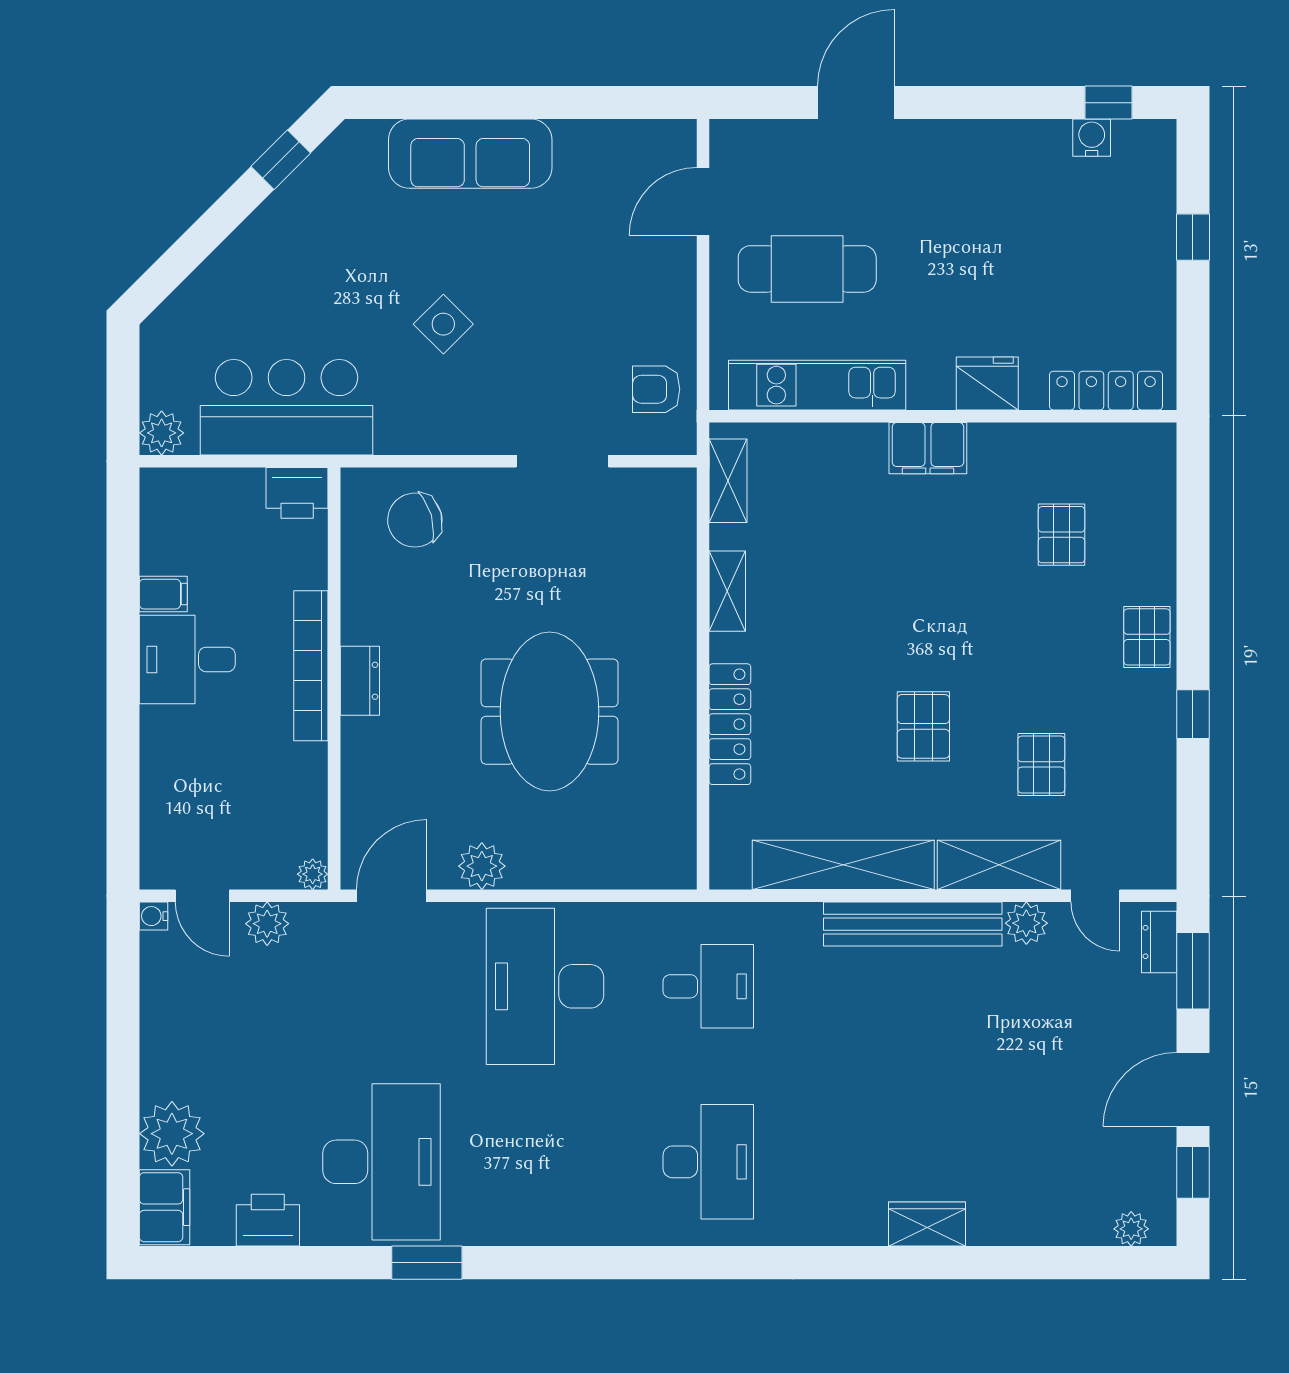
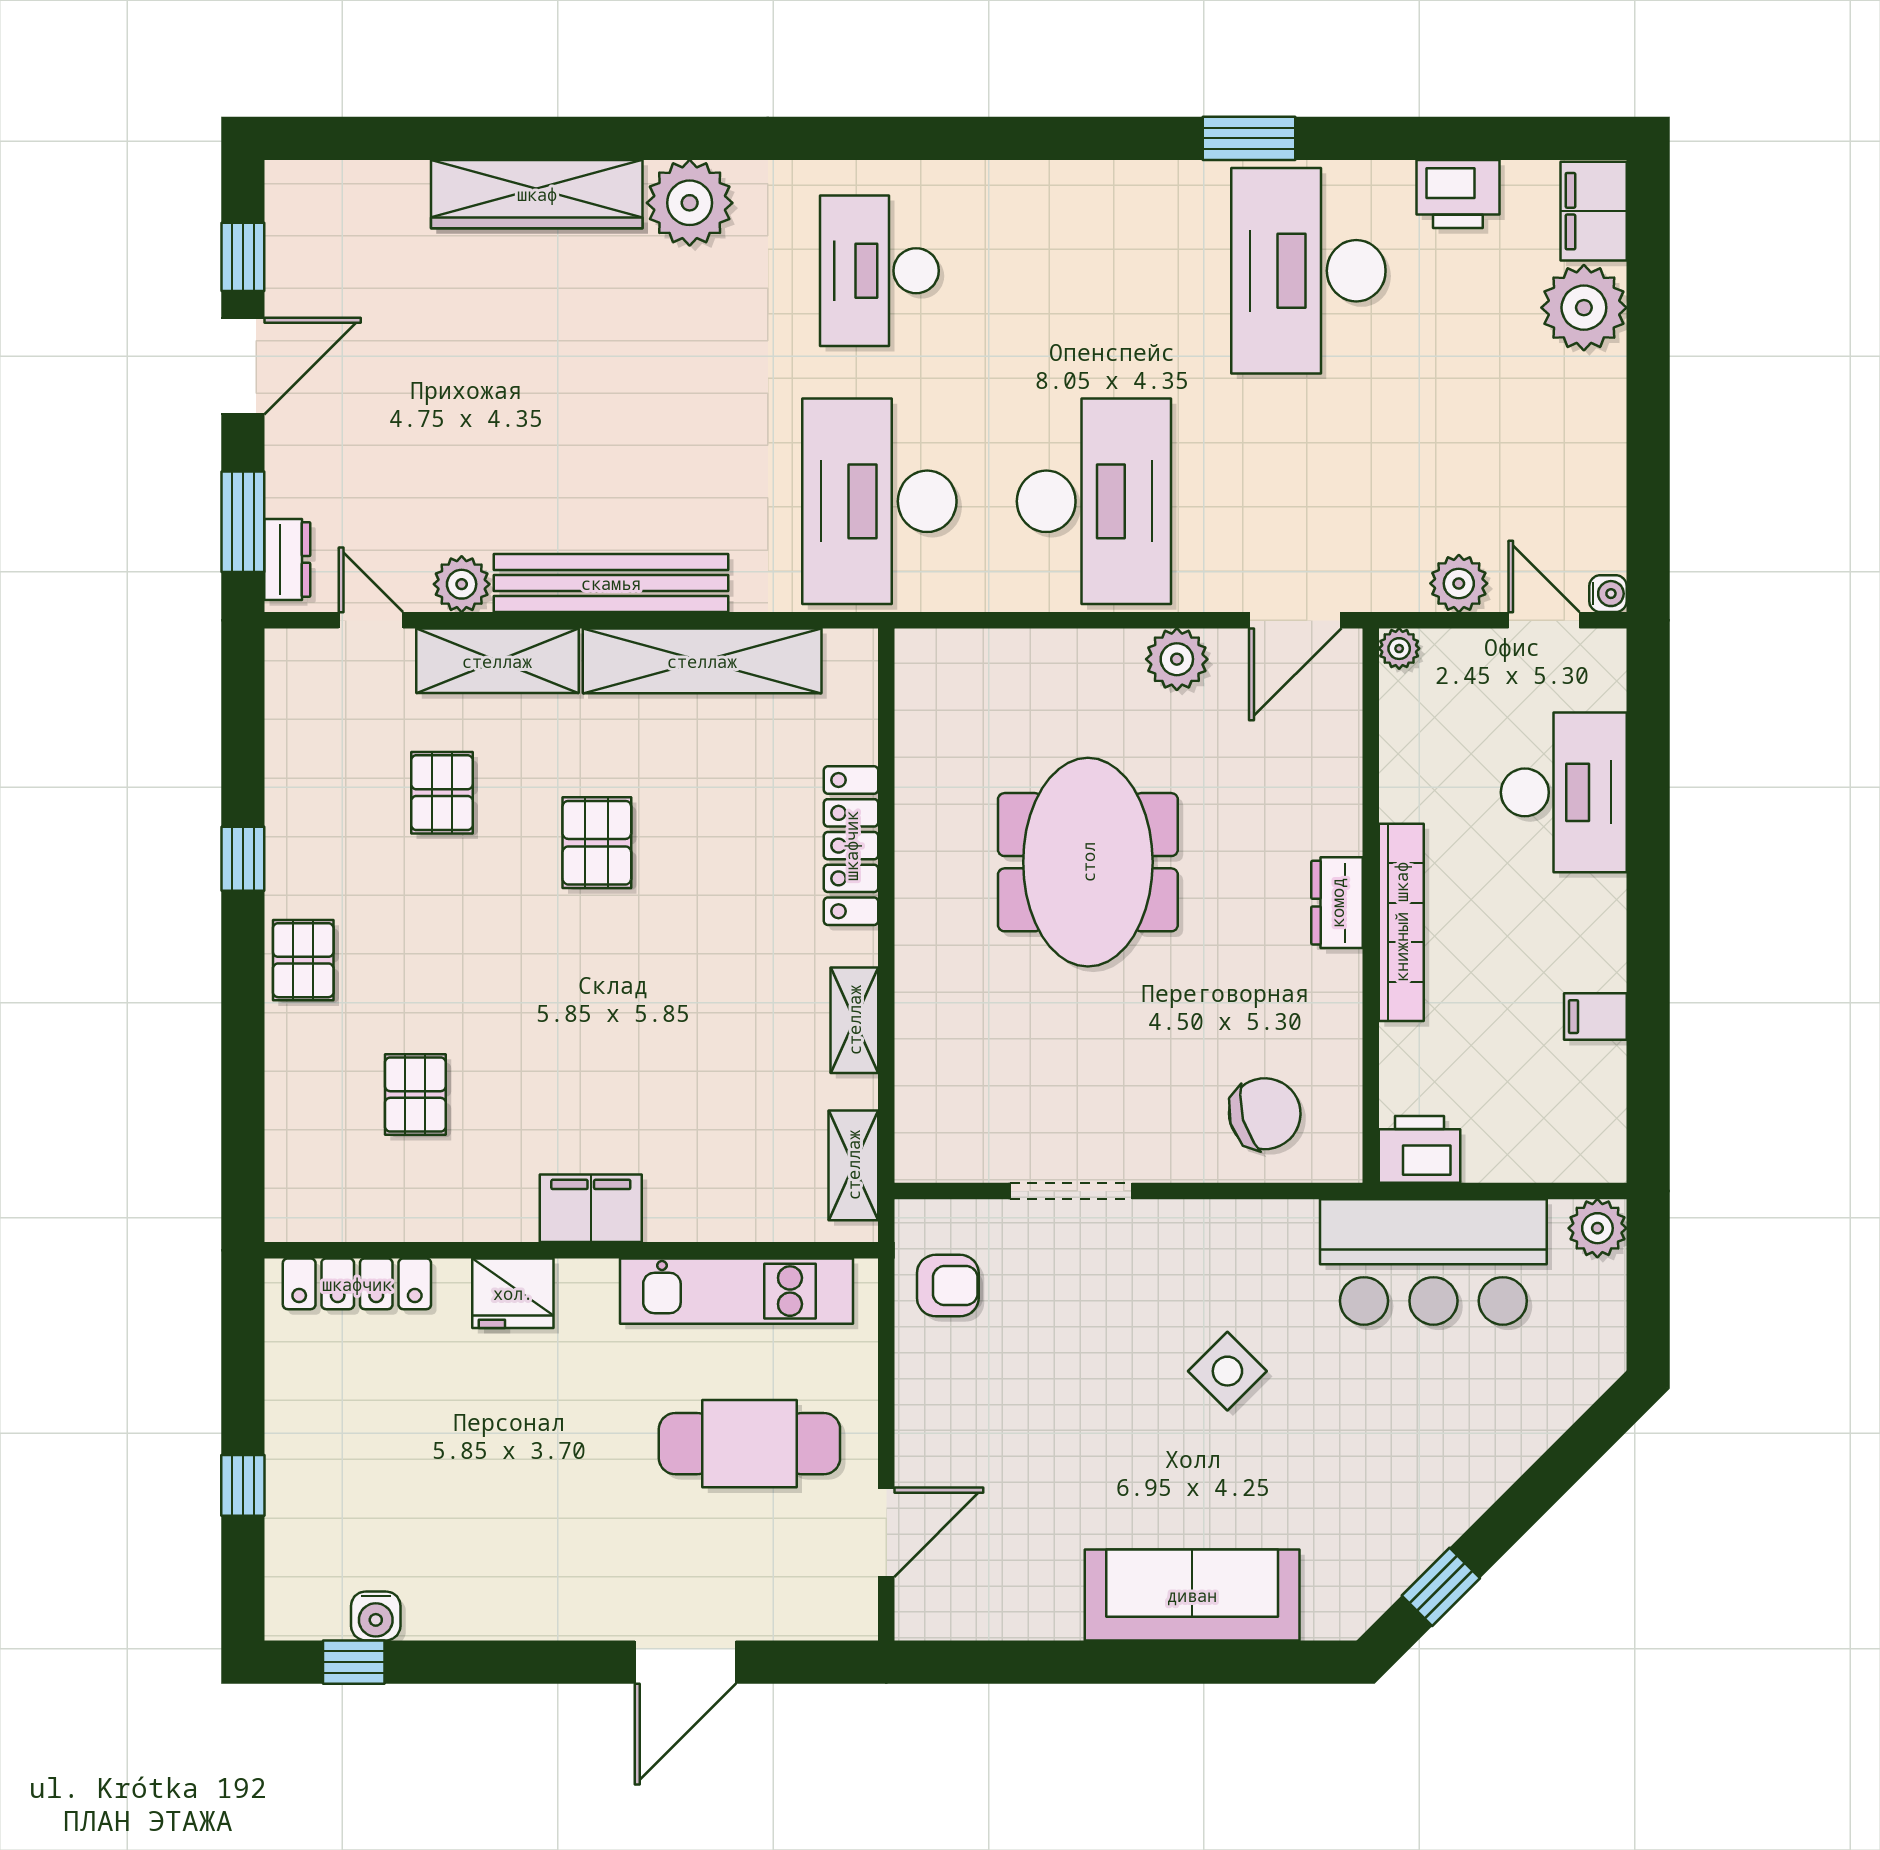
desk: (187, 659) -> (1564, 792), moved, width x1.37
desk: (708, 986) -> (879, 501), width x1.87, depth x1.30
wardrobe: (927, 1224) -> (537, 194), width x2.10, depth x1.17
plant: (1131, 1229) -> (690, 203), moved, width x1.87, depth x1.87

